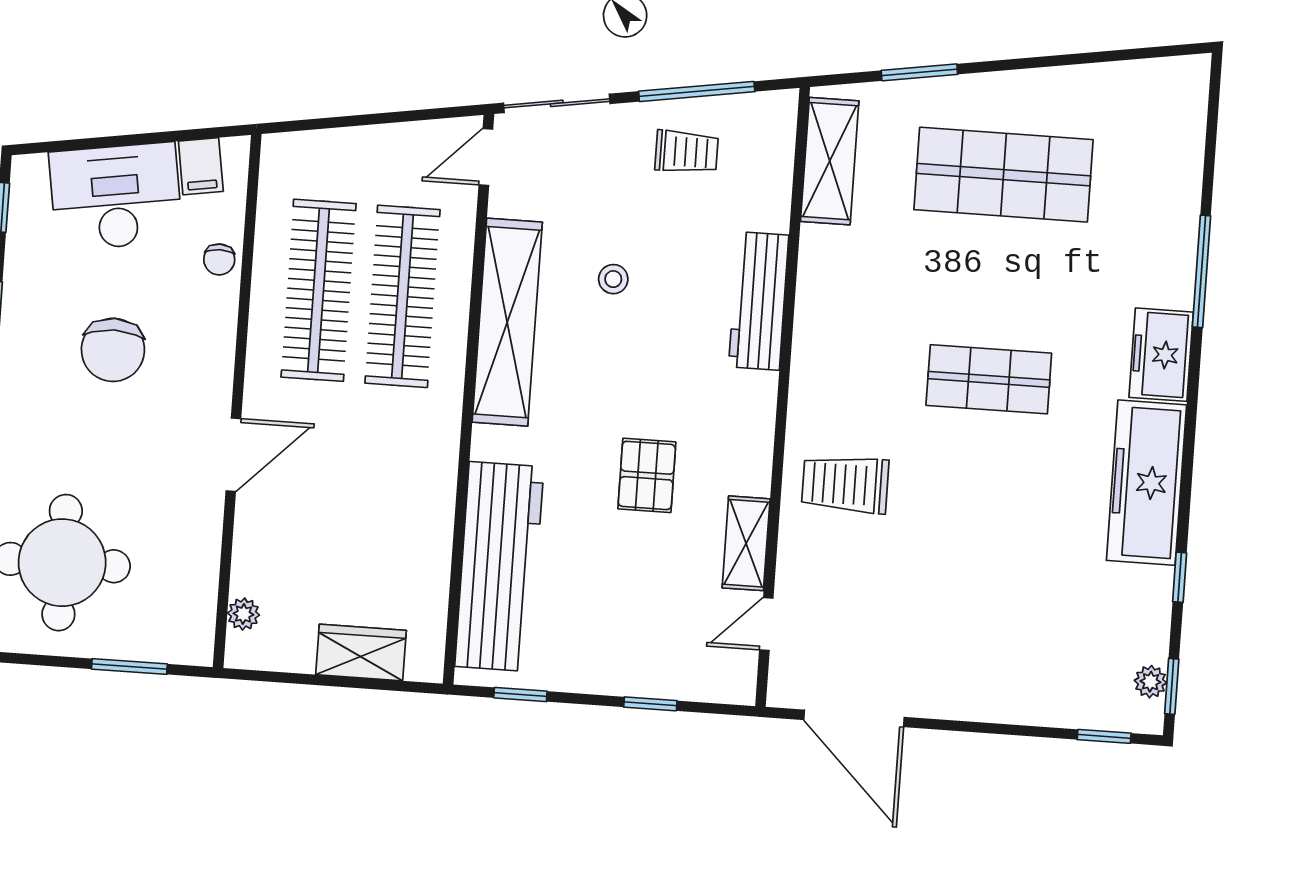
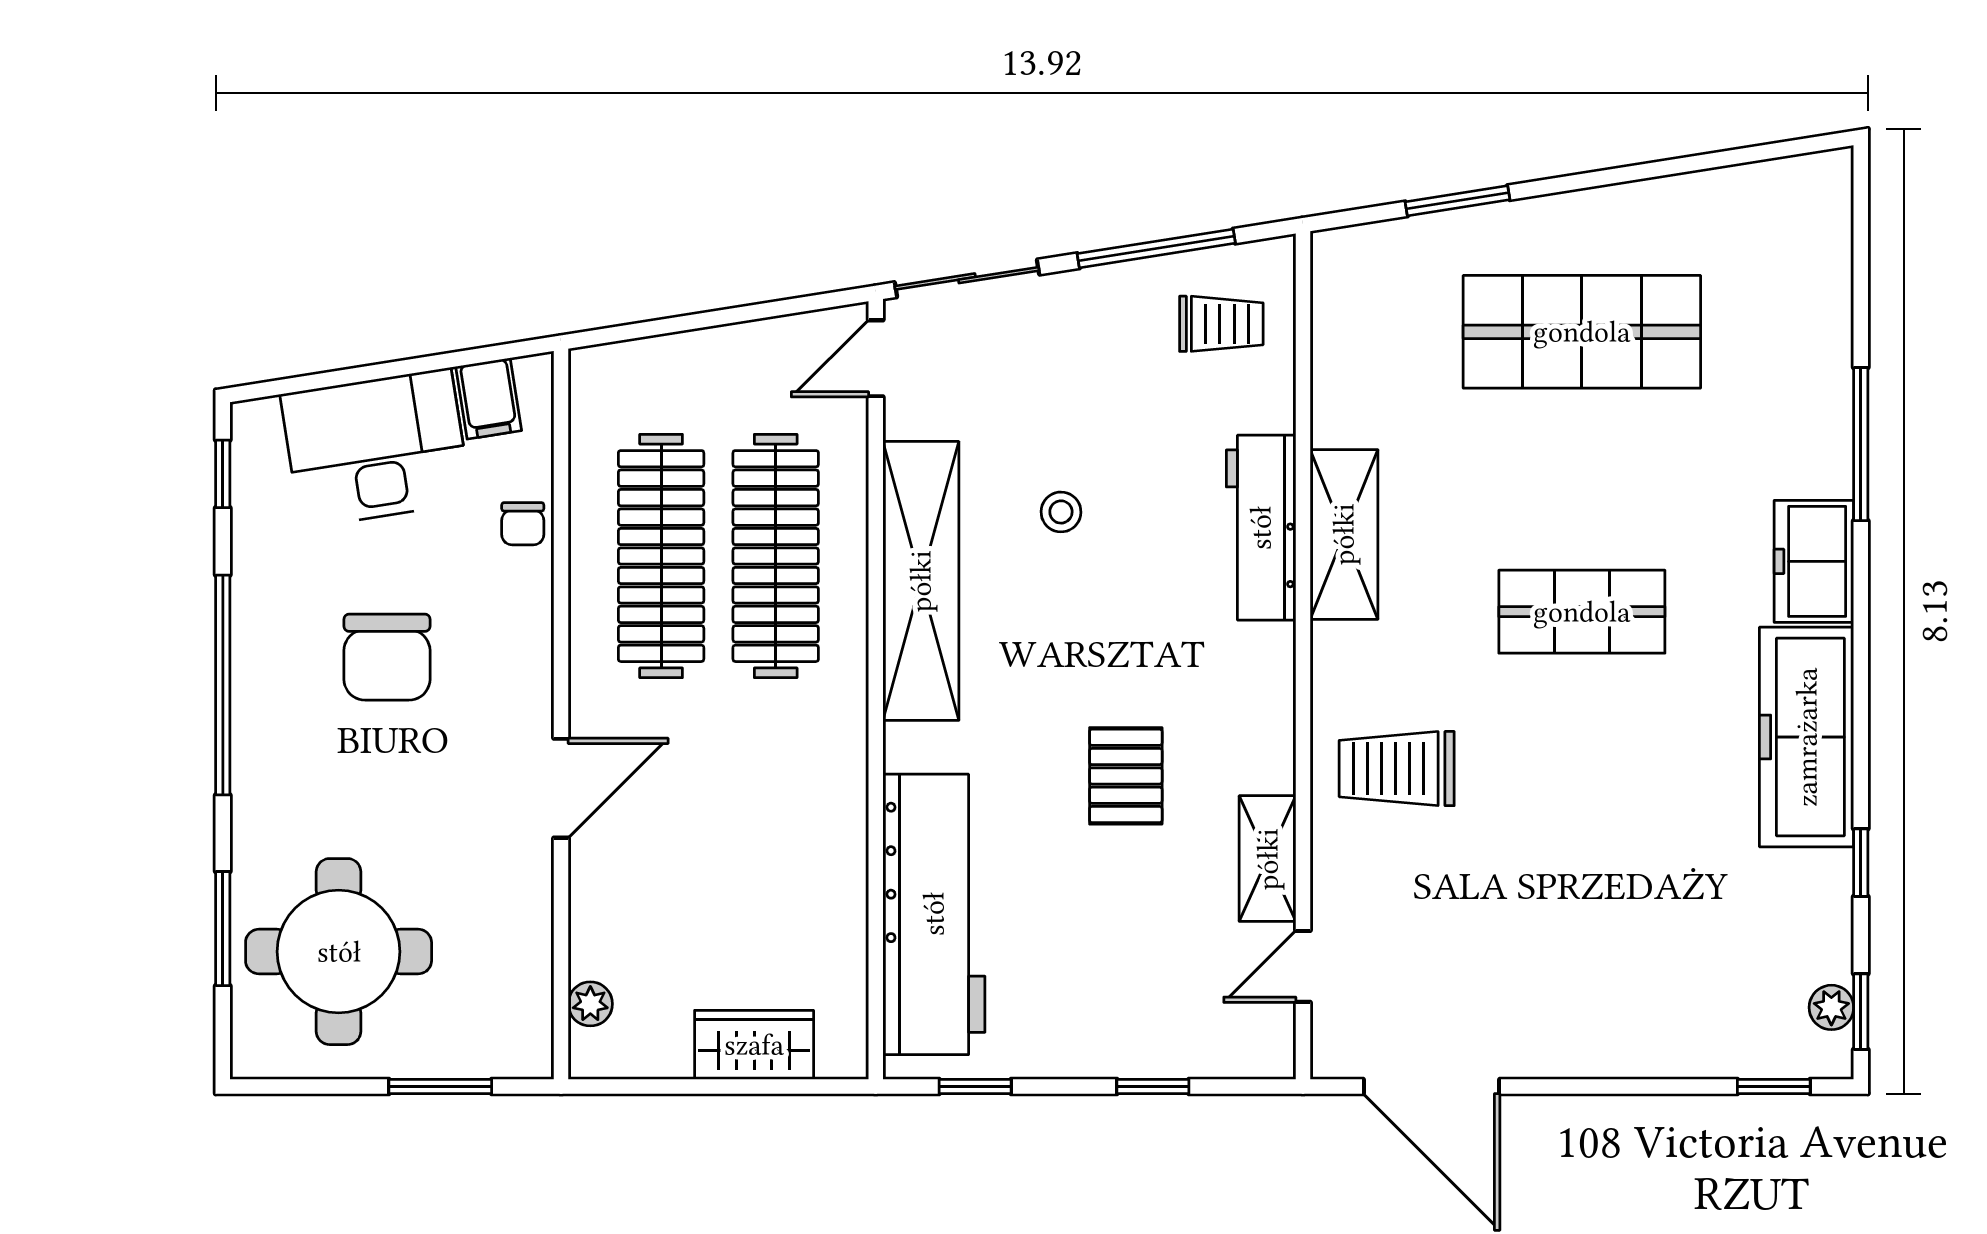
trolley: (687, 152) -> (1221, 324), moved
shelving: (830, 161) -> (1344, 534), moved

